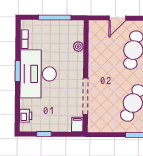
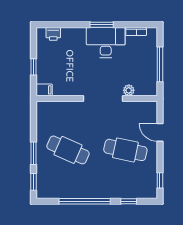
desk: (38, 74) -> (106, 43), width x0.73, depth x0.77
doorway: (86, 96) -> (103, 99), moved
window: (44, 134) -> (33, 67), moved

